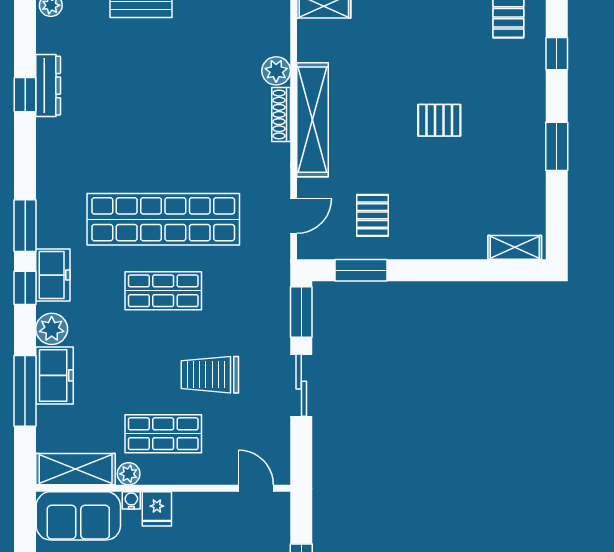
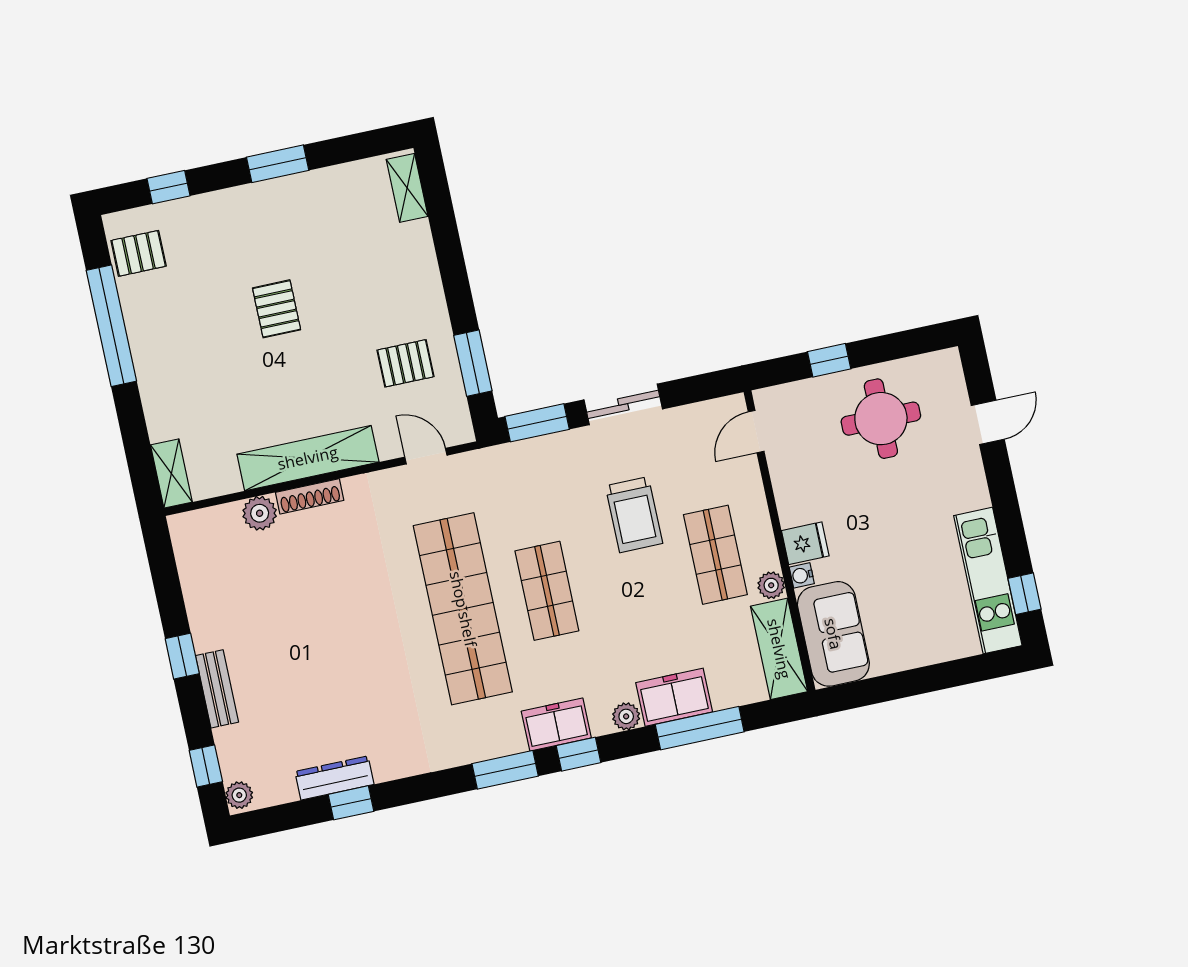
plant: (52, 329) -> (626, 716), width x0.73, depth x0.73

